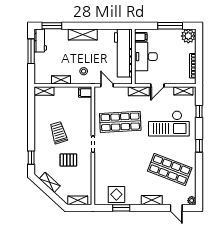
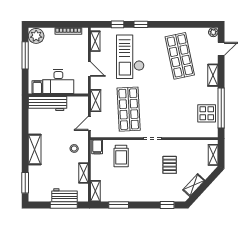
workbench: (40, 40) -> (64, 195), moved
window: (31, 51) -> (64, 205), moved
workbench: (123, 53) -> (48, 104), width x0.73, depth x0.76
shelving: (139, 91) -> (96, 101), moved
window: (31, 113) -> (119, 205), added
checkout: (169, 123) -> (130, 57), turned 180
trolley: (59, 133) -> (121, 156), moved, turned -73
window: (199, 146) -> (141, 24), moved
shop shelf: (170, 169) -> (180, 56), turned -33
window: (121, 208) -> (221, 108), width x2.11

